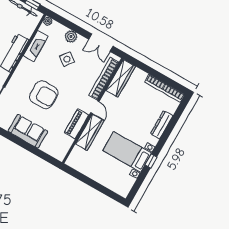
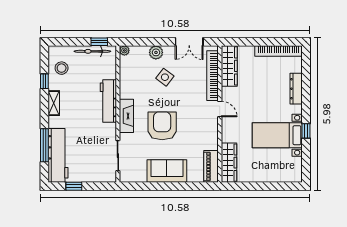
fireplace: (36, 46) -> (126, 116), moved
armchair: (44, 95) -> (162, 126), turned -90
piano: (77, 124) -> (211, 166), moved
wardrobe: (90, 132) -> (229, 163), moved

